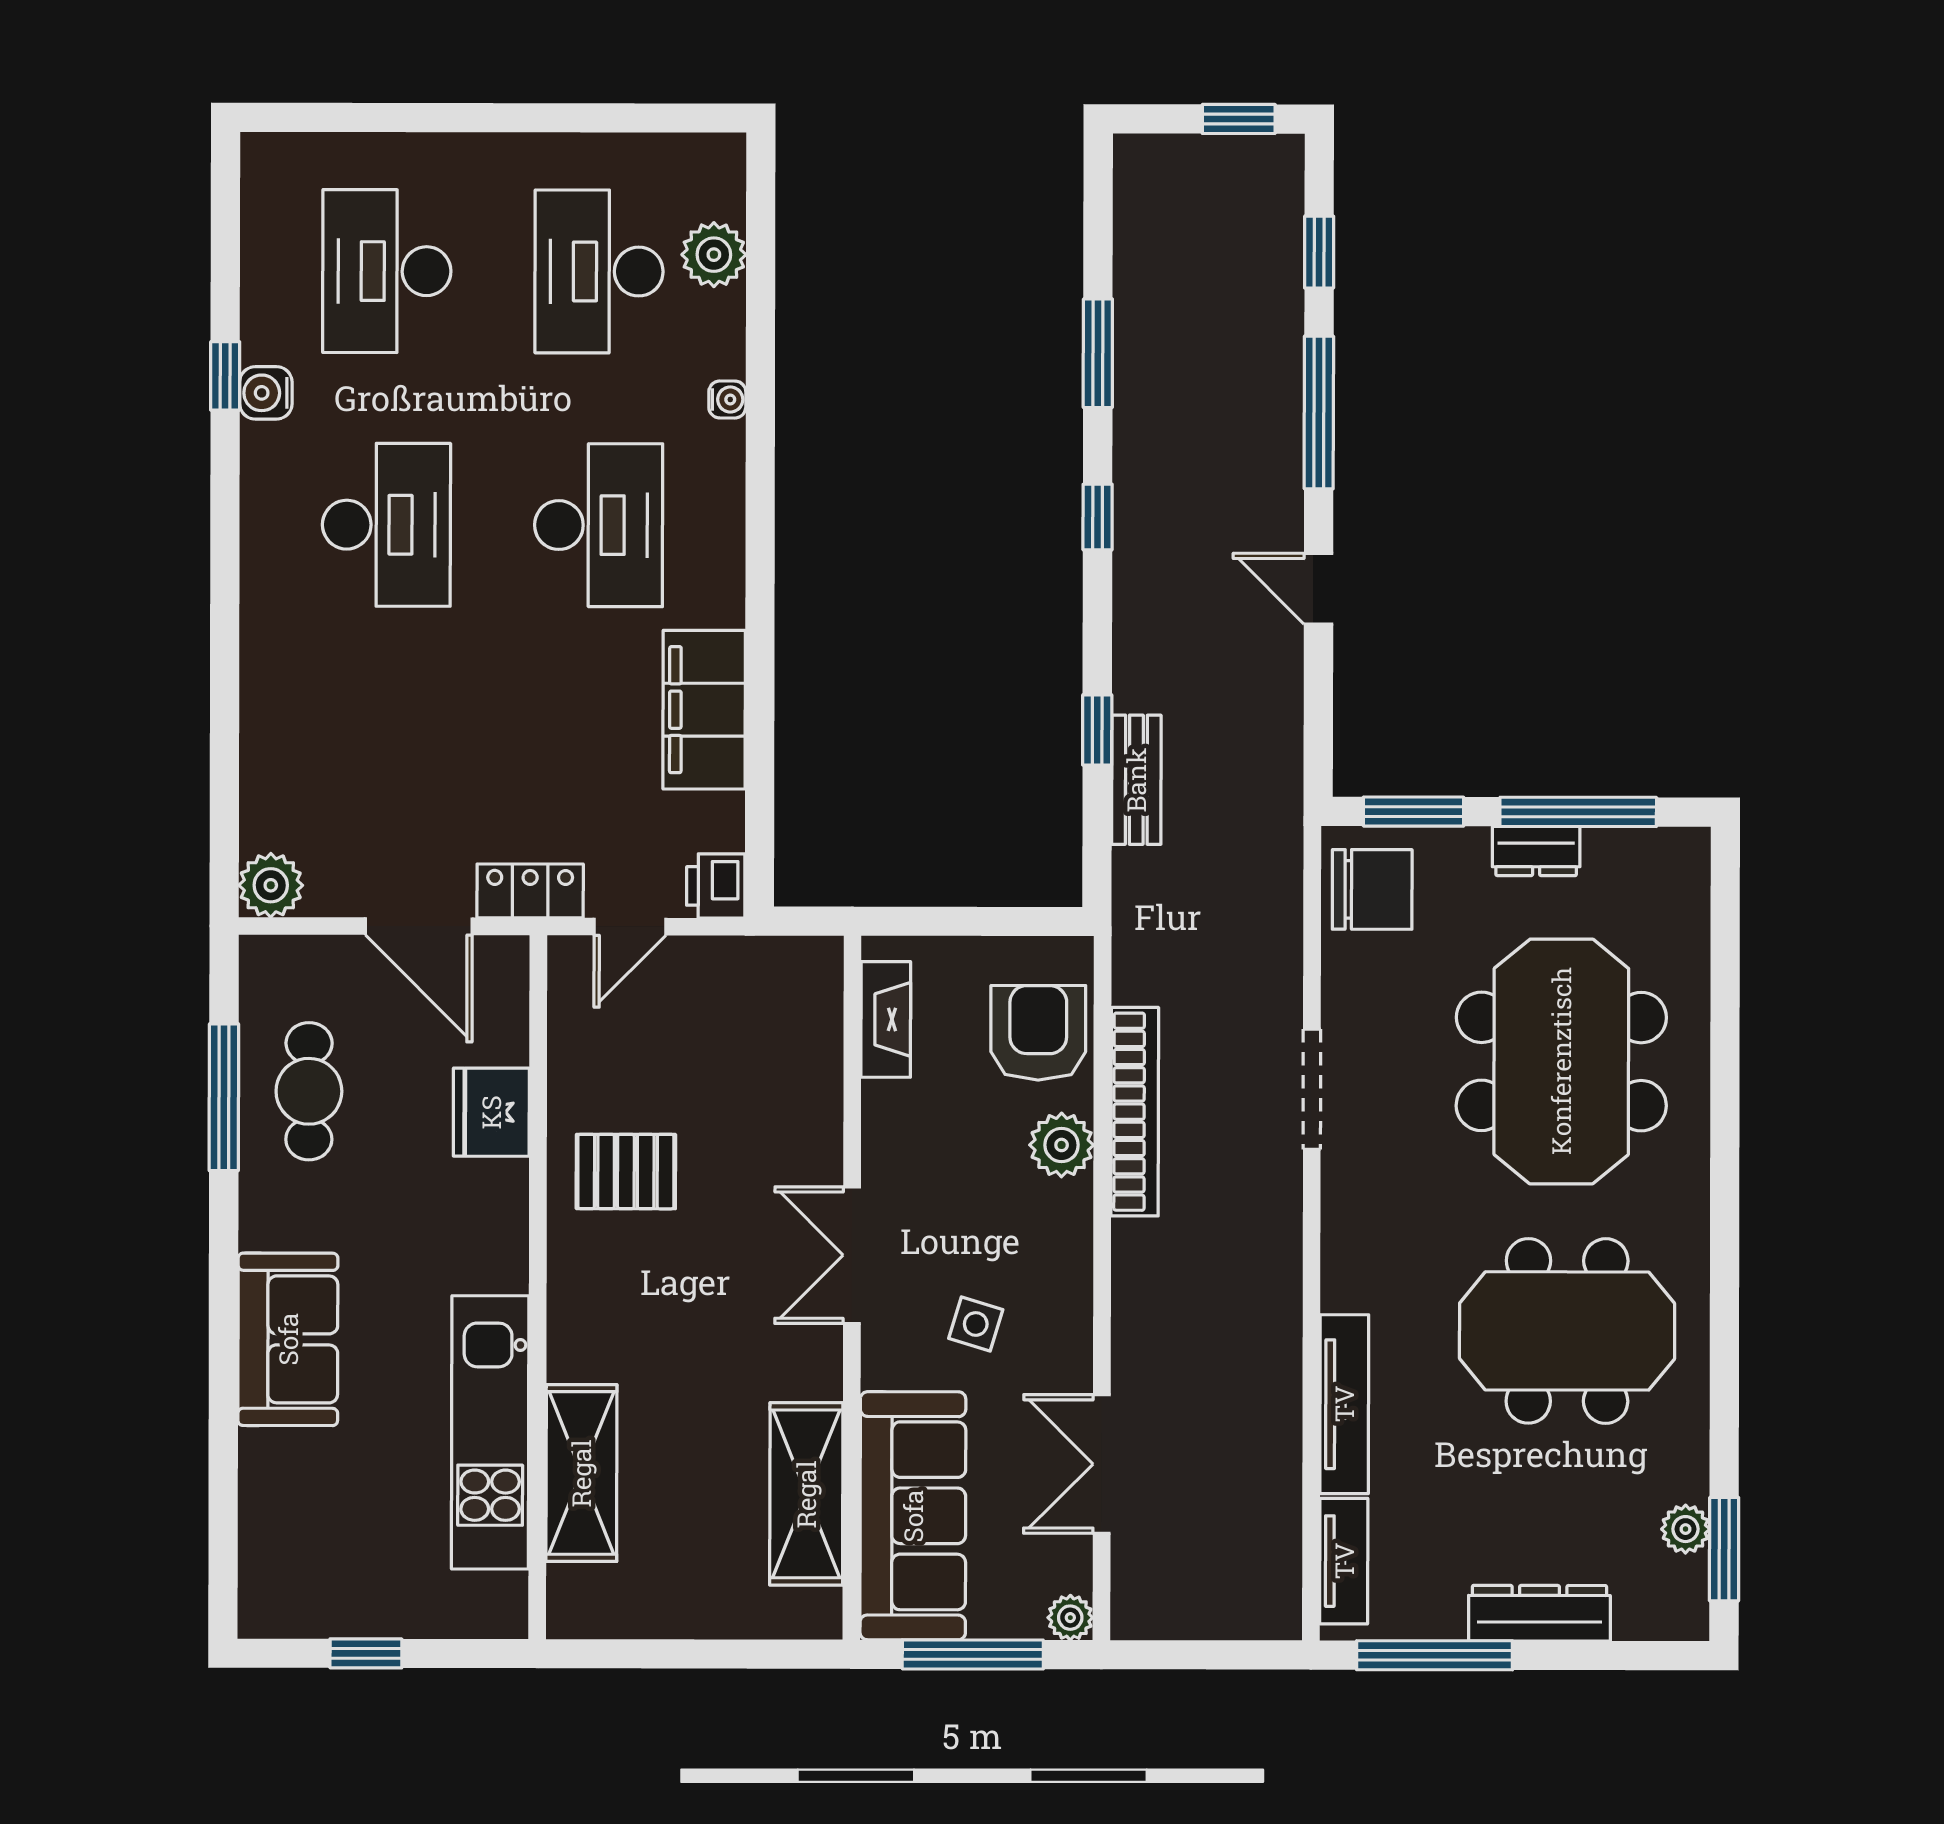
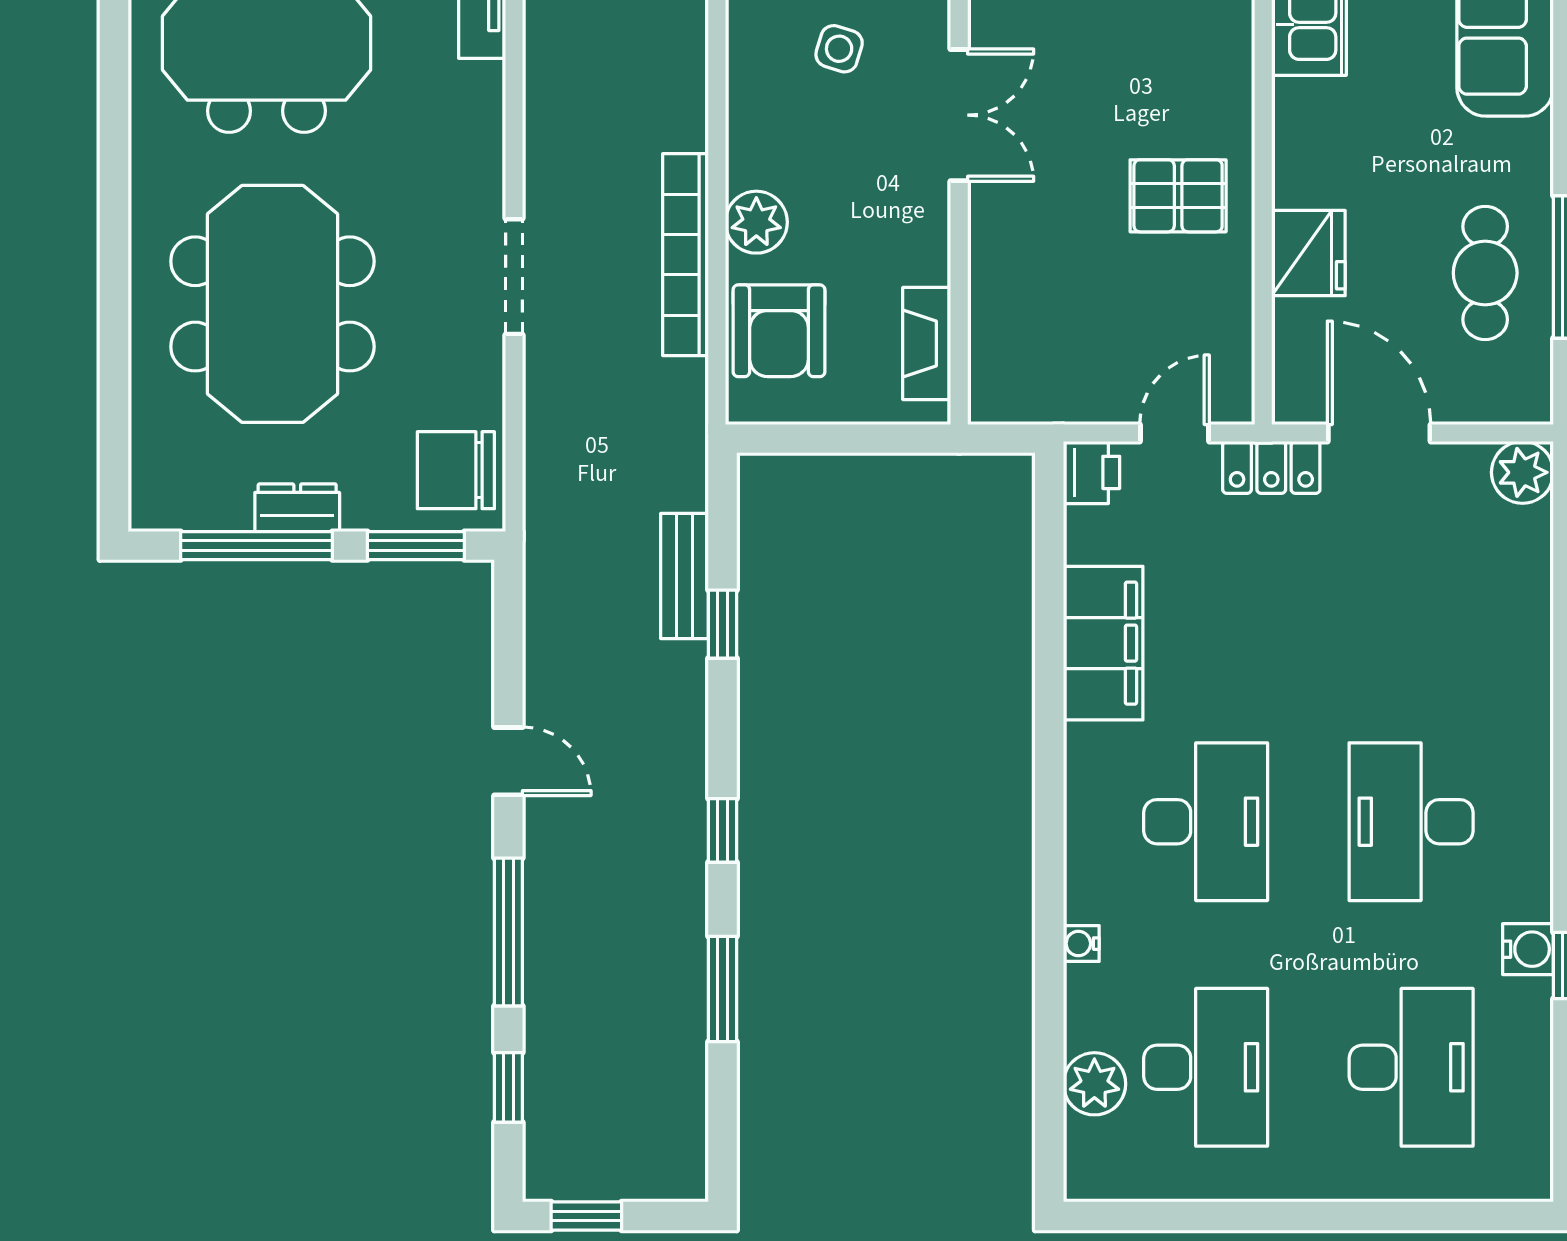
desk: (599, 525) -> (1206, 822), turned 180

